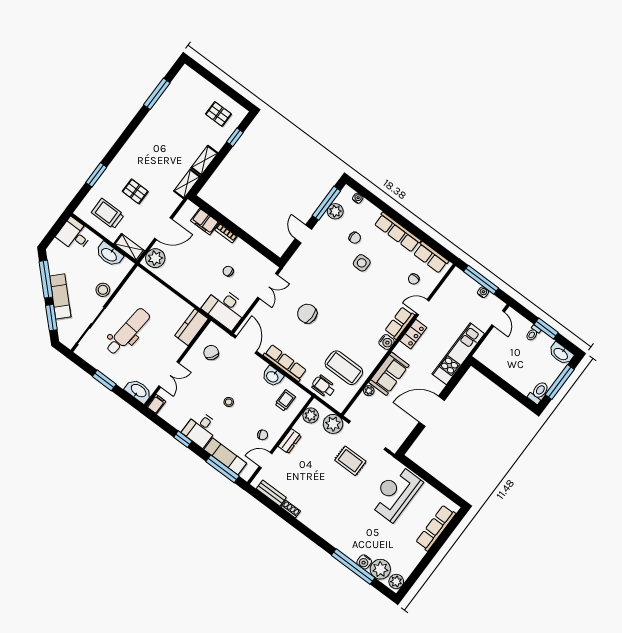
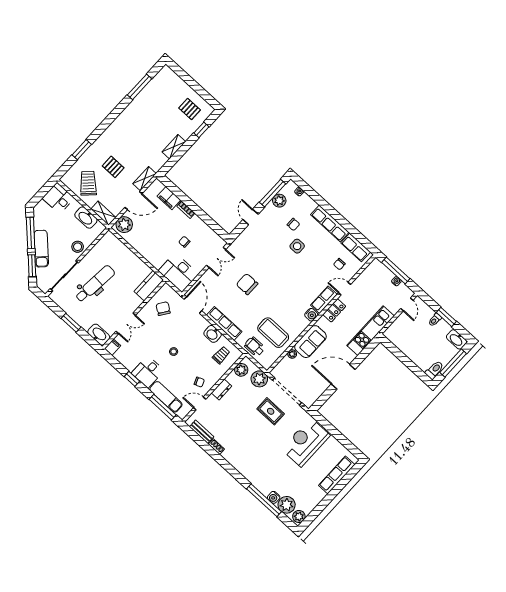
shelving: (187, 184) -> (145, 179), moved
trolley: (108, 214) -> (88, 183), turned 45

